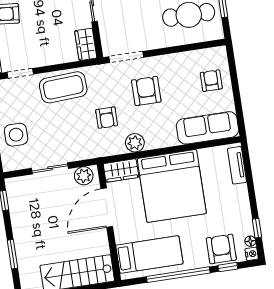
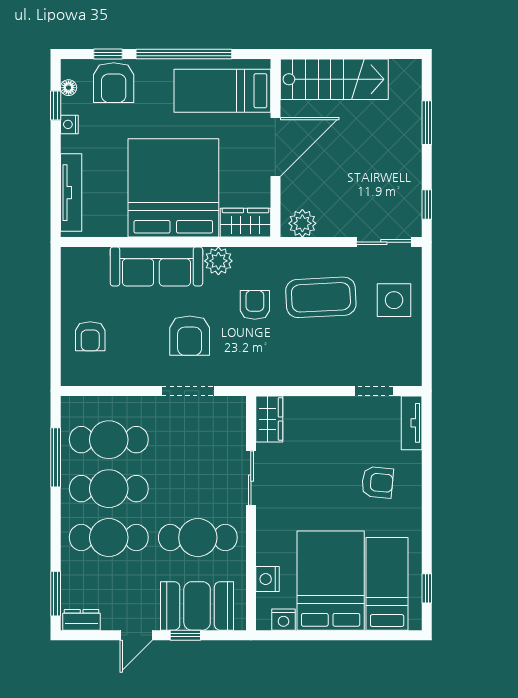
doorway: (126, 57) -> (188, 391), moved
coffee table: (63, 87) -> (321, 297), moved
sofa: (207, 128) -> (156, 266), moved
tv unit: (237, 165) -> (71, 193), width x1.41
sliding door: (50, 168) -> (384, 242), moved
door: (107, 208) -> (275, 147), moved
nightstand: (252, 254) -> (69, 124), moved

